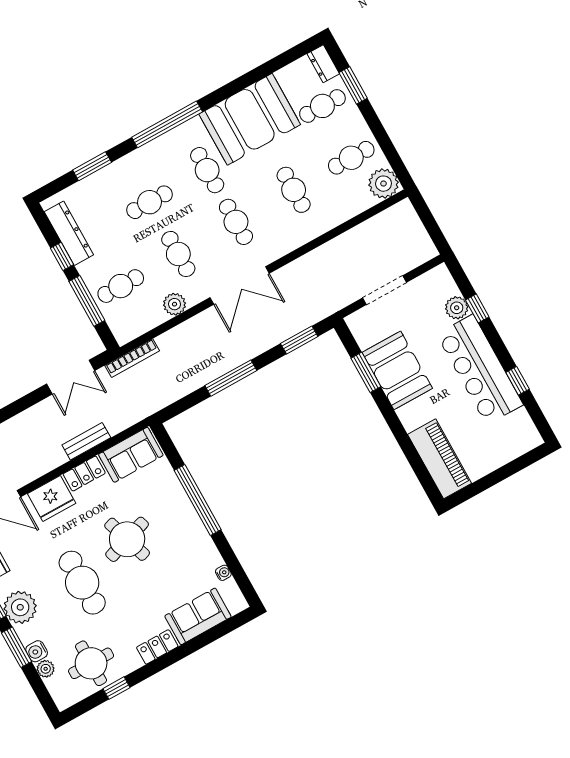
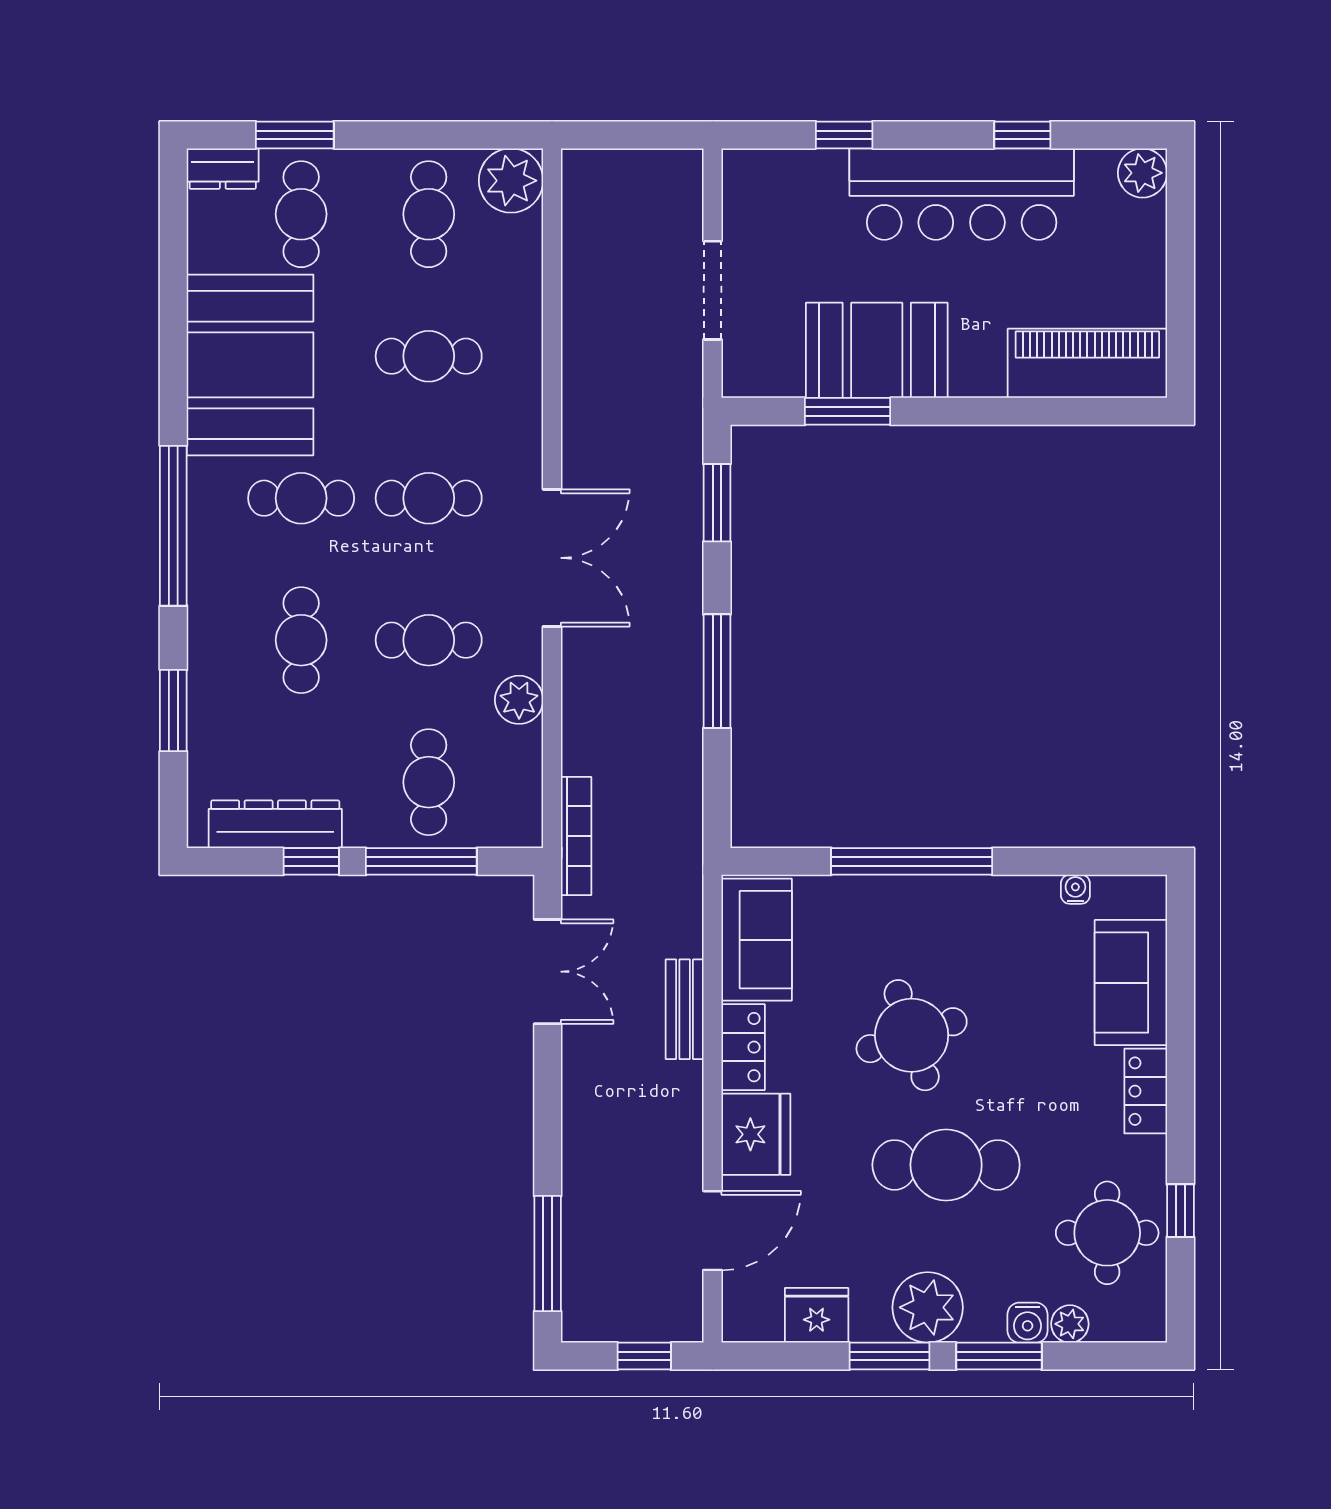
plant: (457, 308) -> (1142, 173), moved

